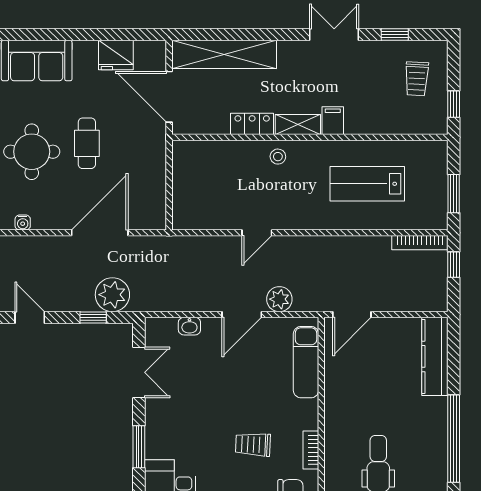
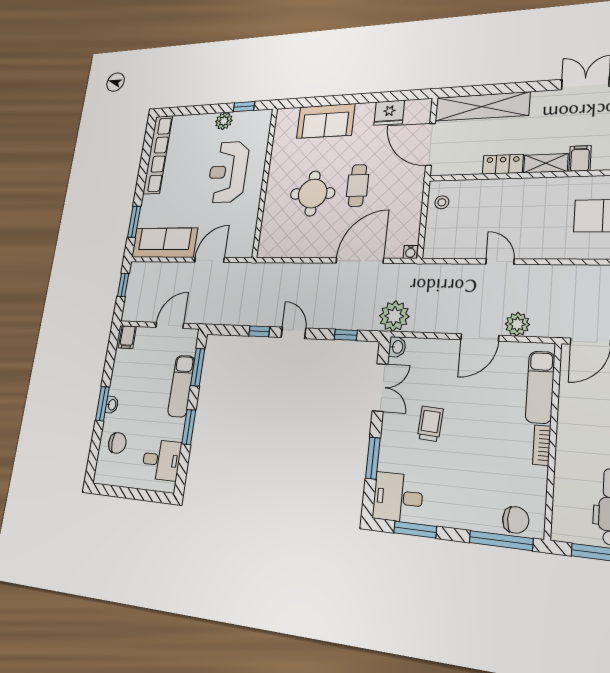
stool: (278, 157) -> (442, 202), moved
water cooler: (23, 222) -> (410, 252), moved
door: (257, 233) -> (500, 261), swing flipped
plant: (112, 295) -> (394, 316), moved
washbasin: (189, 326) -> (397, 347), moved, turned -90
trolley: (253, 445) -> (430, 424), moved, turned 91
bookcase: (311, 450) -> (542, 445), moved

